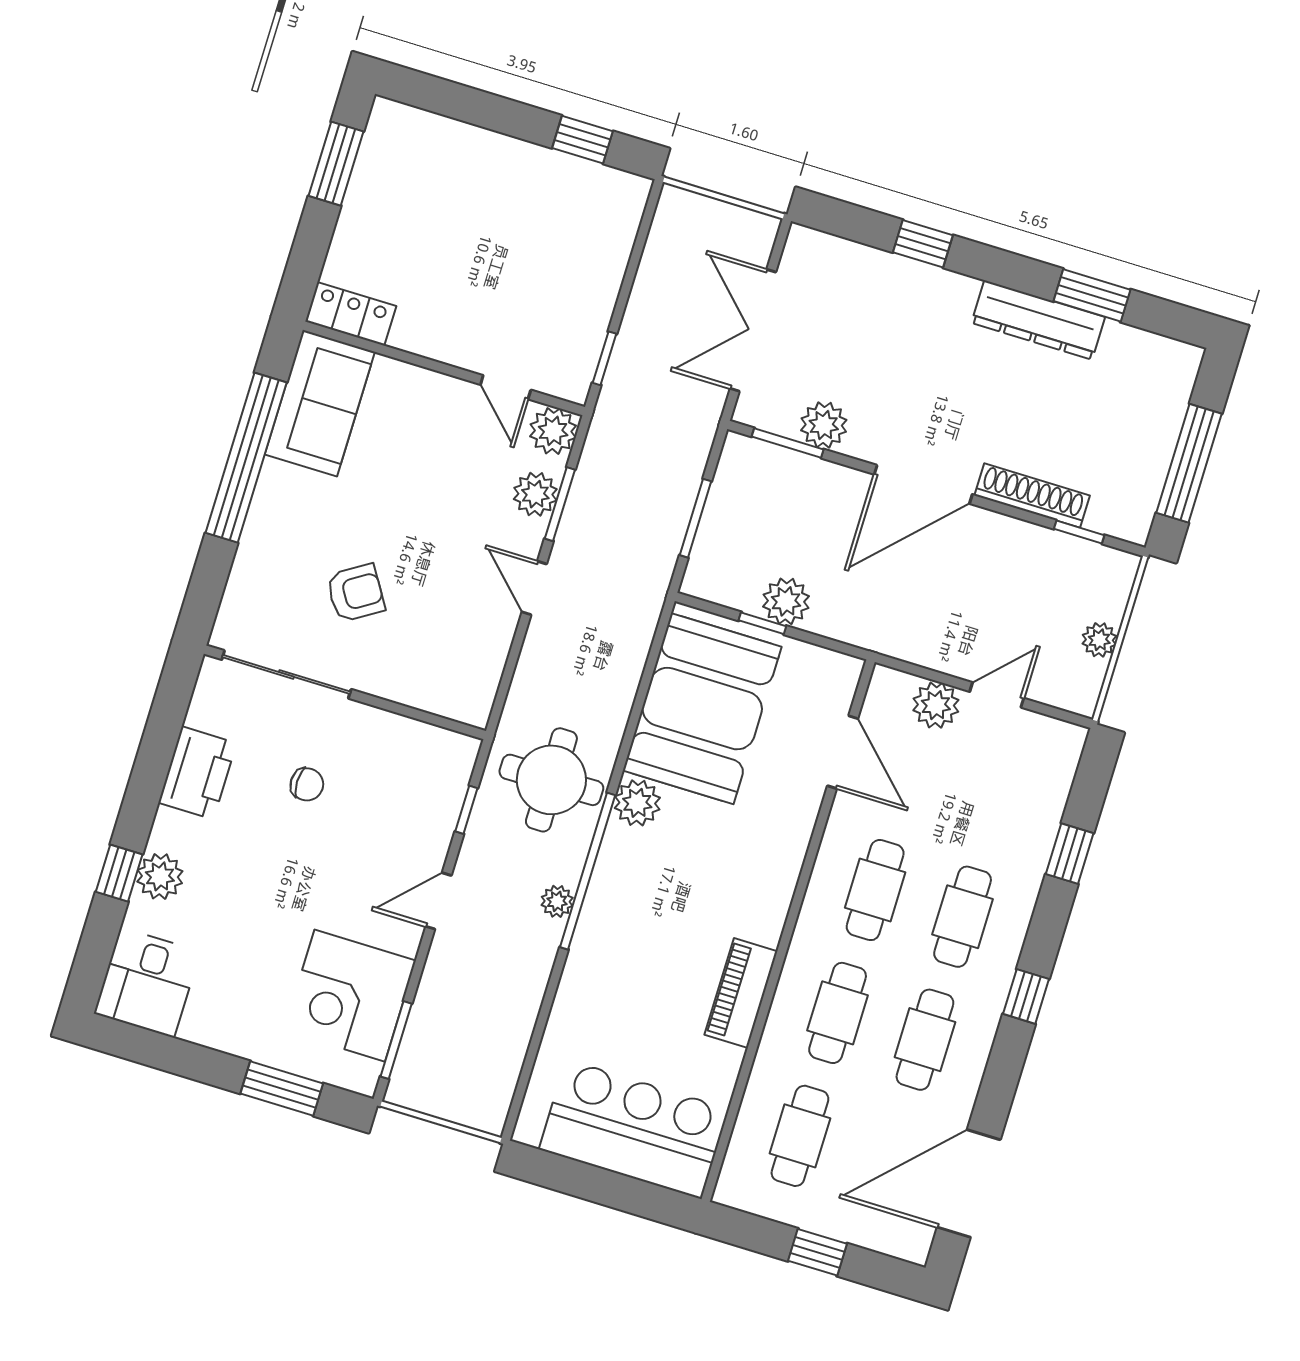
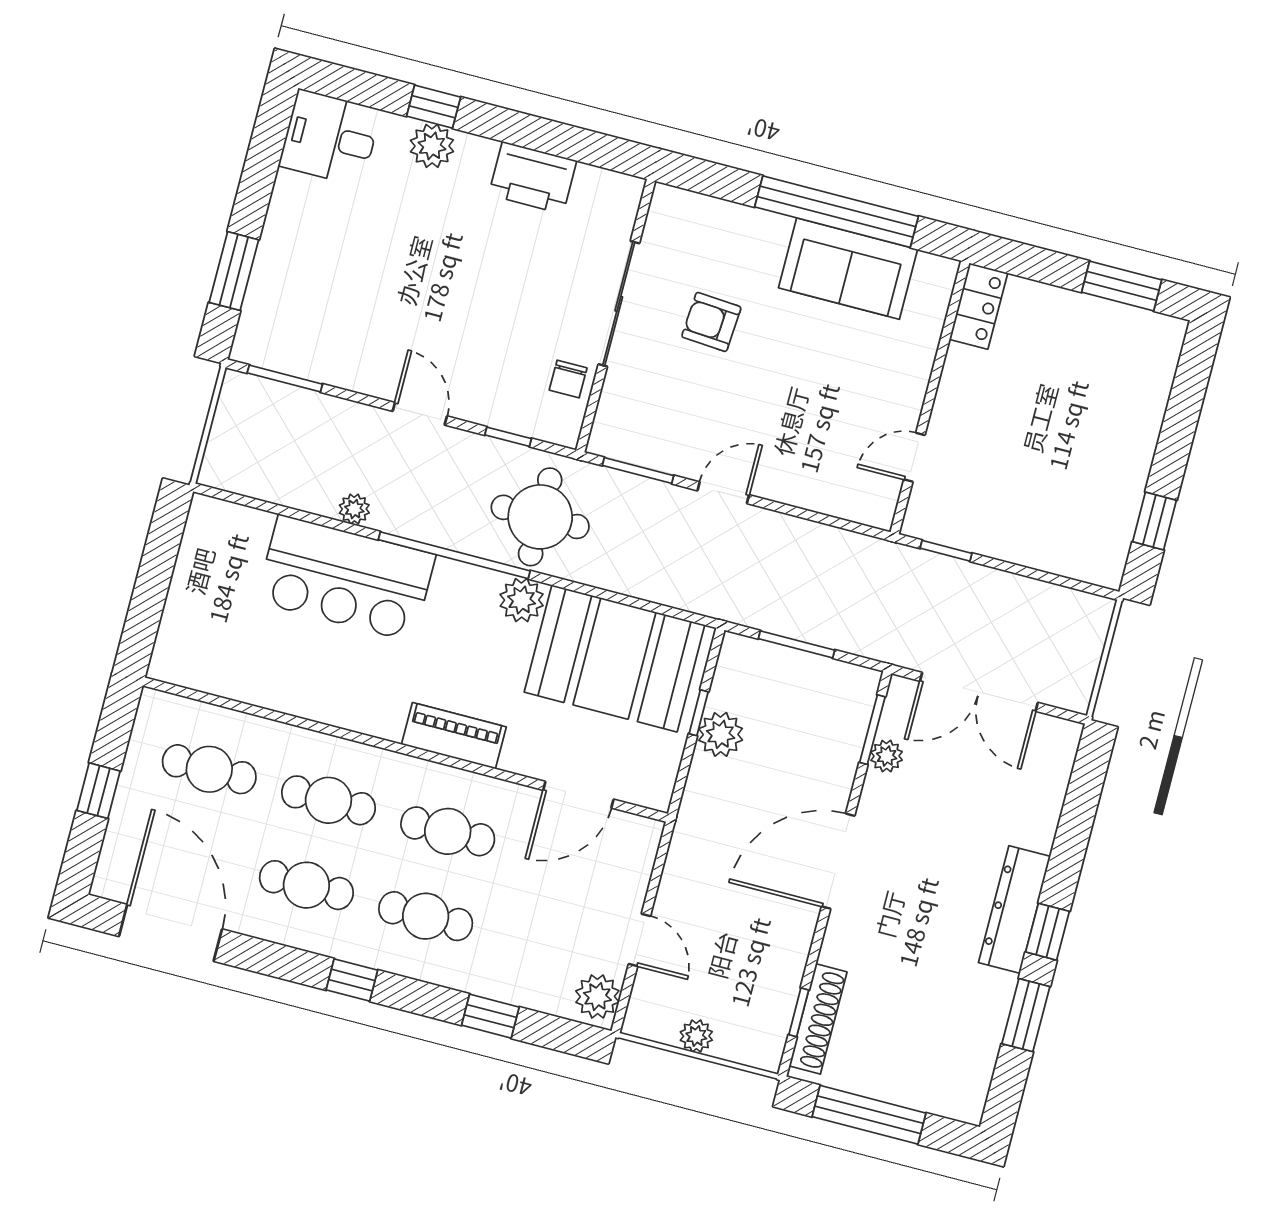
window: (923, 244) -> (1048, 932), moved
dresser: (1038, 320) -> (1014, 909), moved
double door: (753, 330) -> (979, 692), swing flipped
sofa: (320, 403) -> (848, 269), moved
plant: (824, 425) -> (887, 756), width x0.73, depth x0.73
plant: (553, 431) -> (874, 505), removed
door: (923, 484) -> (838, 861), hinge flipped
plant: (535, 494) -> (813, 490), removed
shoe rack: (1032, 495) -> (818, 1019), moved
window: (560, 504) -> (638, 471), moved
armchair: (356, 593) -> (711, 322), turned 126
sliding door: (286, 674) -> (619, 304), moved
plant: (936, 705) -> (597, 996), moved
chair: (307, 784) -> (568, 379), moved
plant: (557, 901) -> (354, 509), moved
piano: (741, 993) -> (454, 736), moved
corner desk: (350, 996) -> (325, 333), removed
bar counter: (634, 1129) -> (346, 578), moved, turned 90

